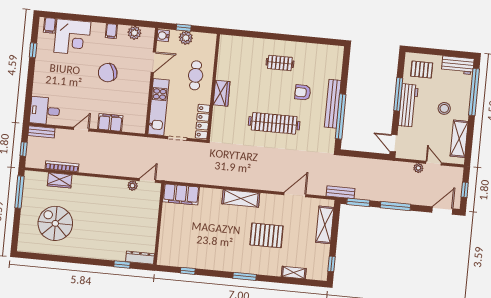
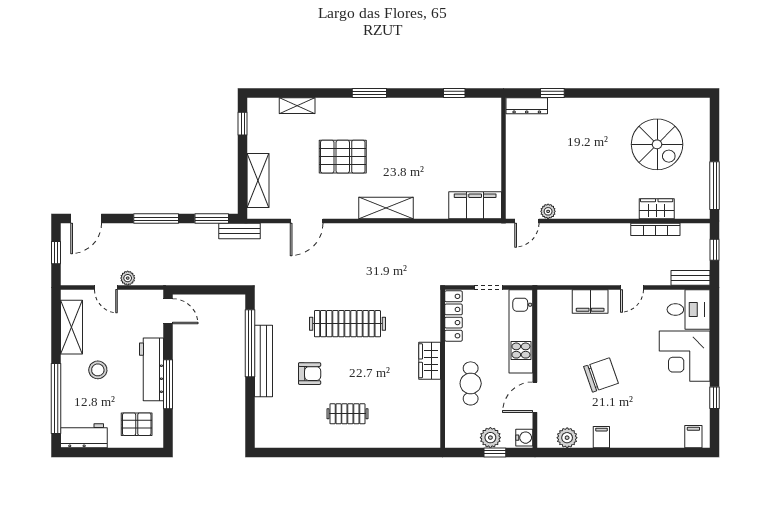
corner desk: (72, 37) -> (685, 356), moved, turned -90

